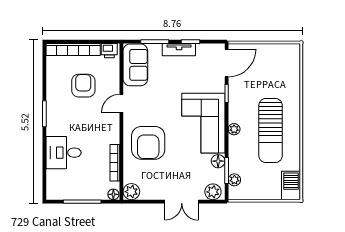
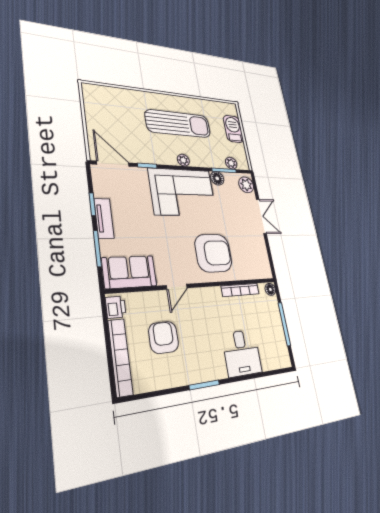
armchair: (83, 86) -> (164, 337), turned 90
door: (121, 103) -> (177, 287), hinge flipped
barbecue: (291, 185) -> (233, 129), moved, turned 90
plant: (131, 192) -> (264, 270), removed

